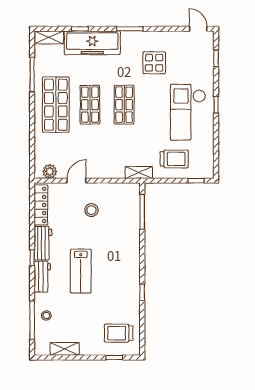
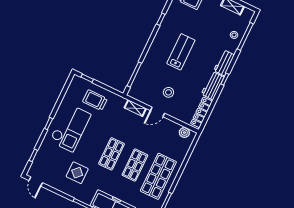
shelving: (139, 172) -> (135, 108), moved
door: (77, 181) -> (157, 112), moved
lab bench: (81, 271) -> (181, 52), moved

